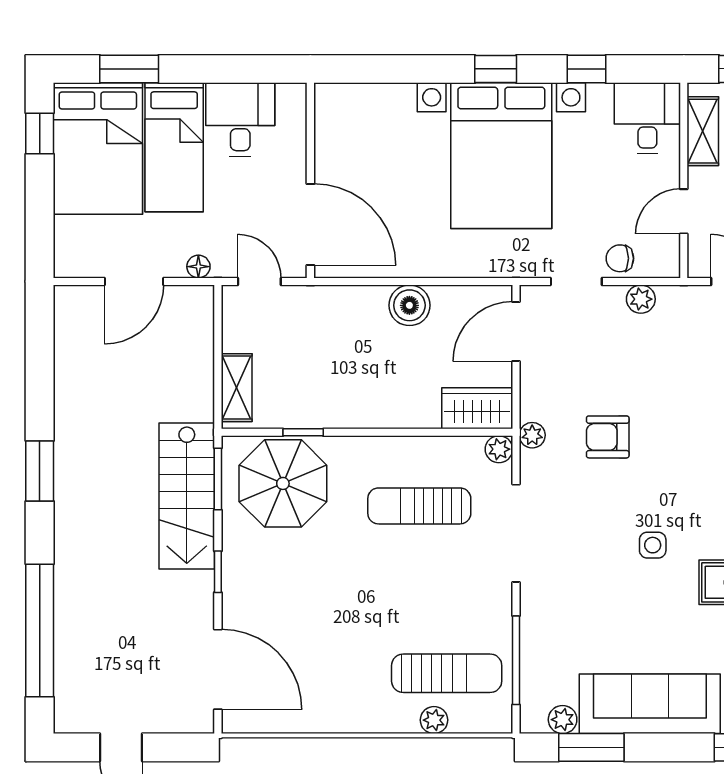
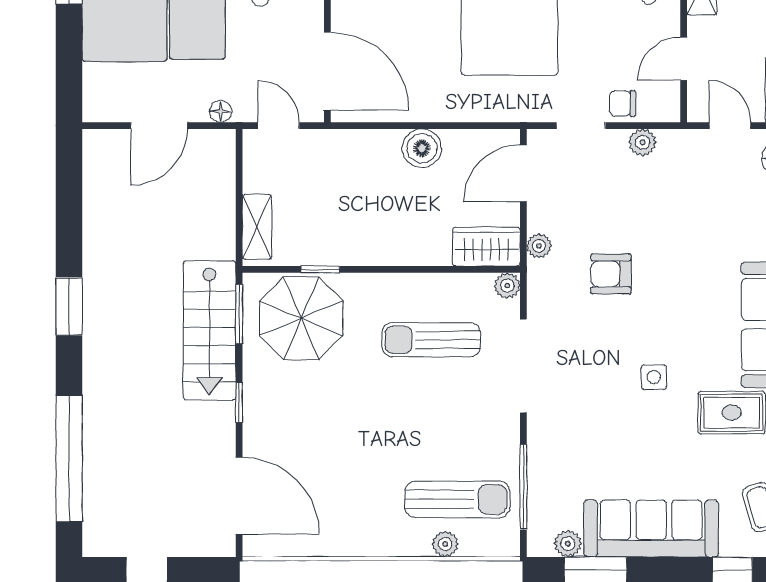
plant: (532, 435) -> (539, 246), moved

